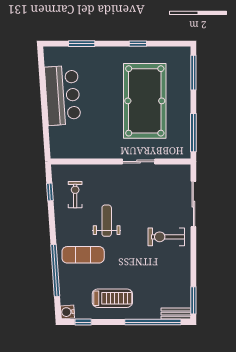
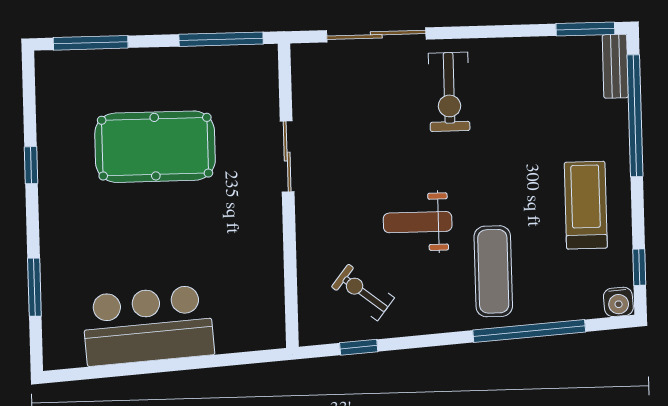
pool table: (145, 101) -> (155, 147), width x0.73, depth x0.76
exercise bike: (75, 195) -> (363, 292), turned 38

